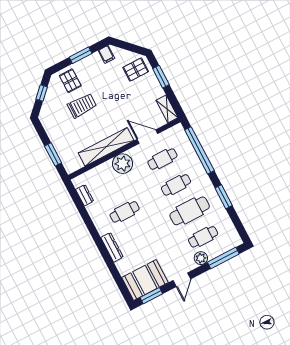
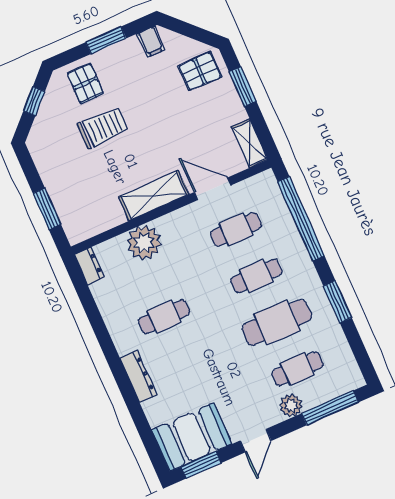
shelving: (106, 147) -> (154, 196), width x0.68
plant: (123, 164) -> (144, 243), moved
dresser: (85, 195) -> (89, 266), moved

